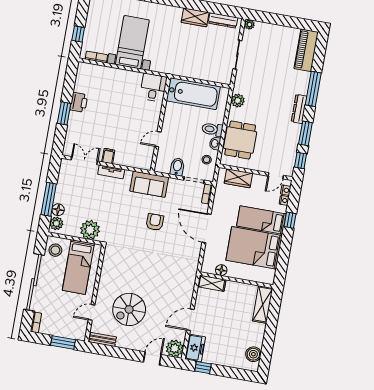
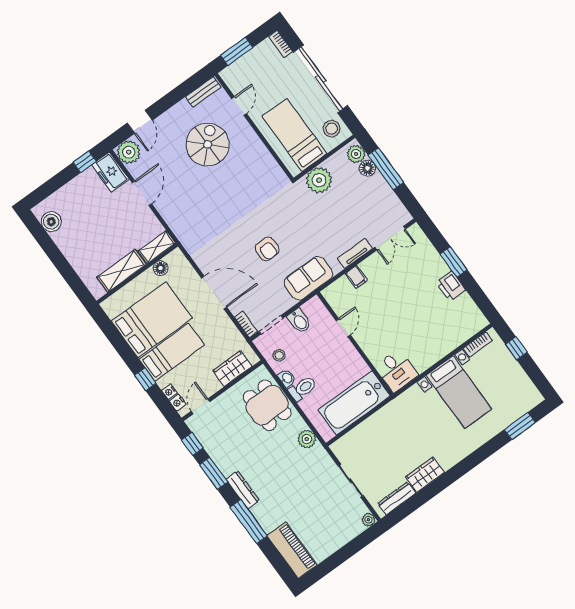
filing cabinet: (108, 156) -> (356, 277), moved
shelving: (263, 304) -> (121, 271), moved, turned 90

